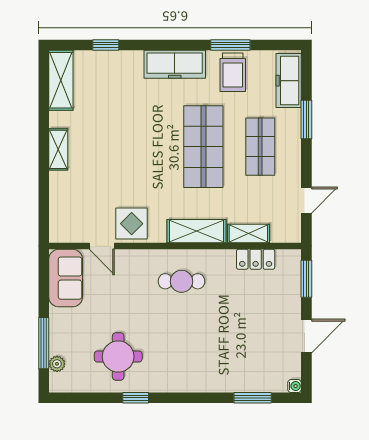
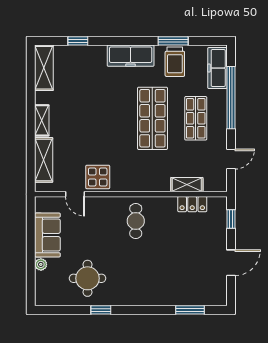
window: (306, 120) -> (231, 98), width x2.11
shelving: (196, 231) -> (44, 160), moved, turned 90
sofa: (66, 278) -> (47, 235), moved
window: (306, 279) -> (231, 219), width x0.67
cafe table: (182, 281) -> (136, 221), turned 90
window: (44, 343) -> (31, 268), removed
plant: (57, 364) -> (41, 264), moved
water cooler: (295, 386) -> (222, 301), removed

